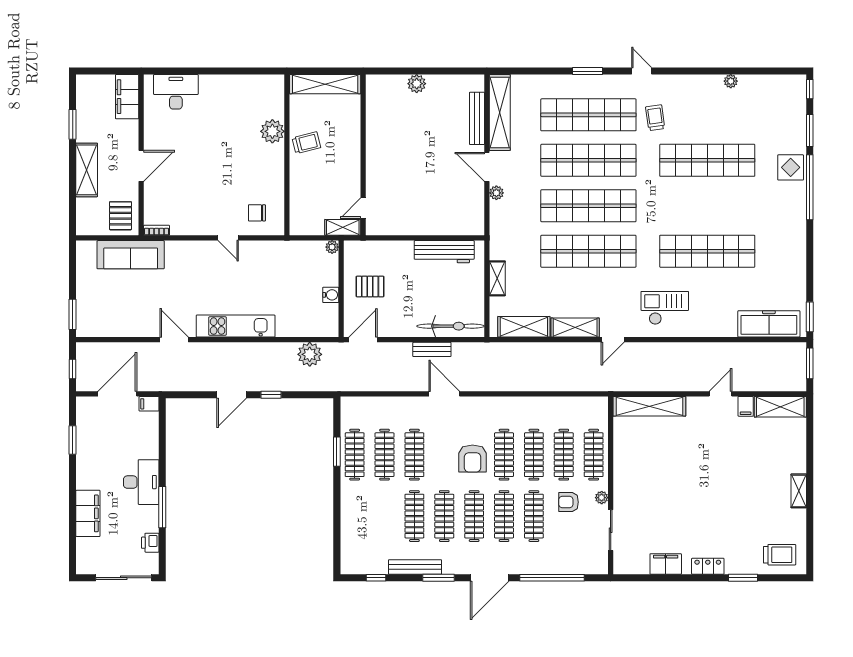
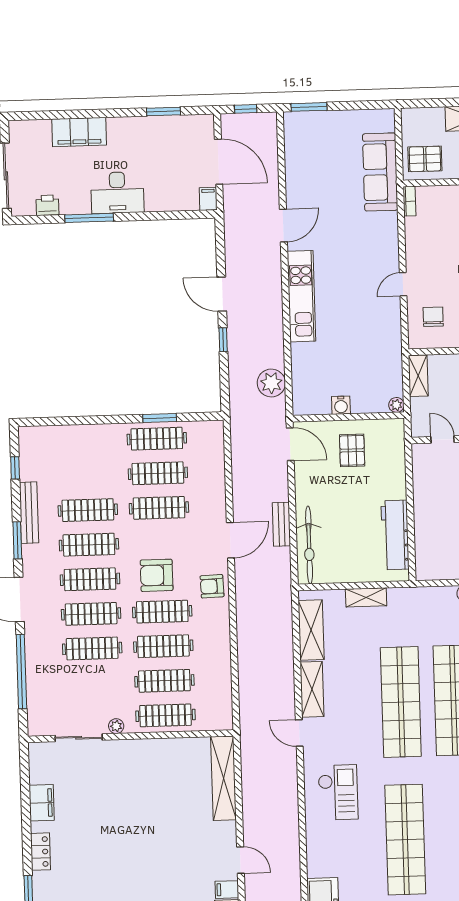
shelving: (343, 227) -> (418, 376), moved
armchair: (569, 502) -> (212, 586), moved, turned -92

